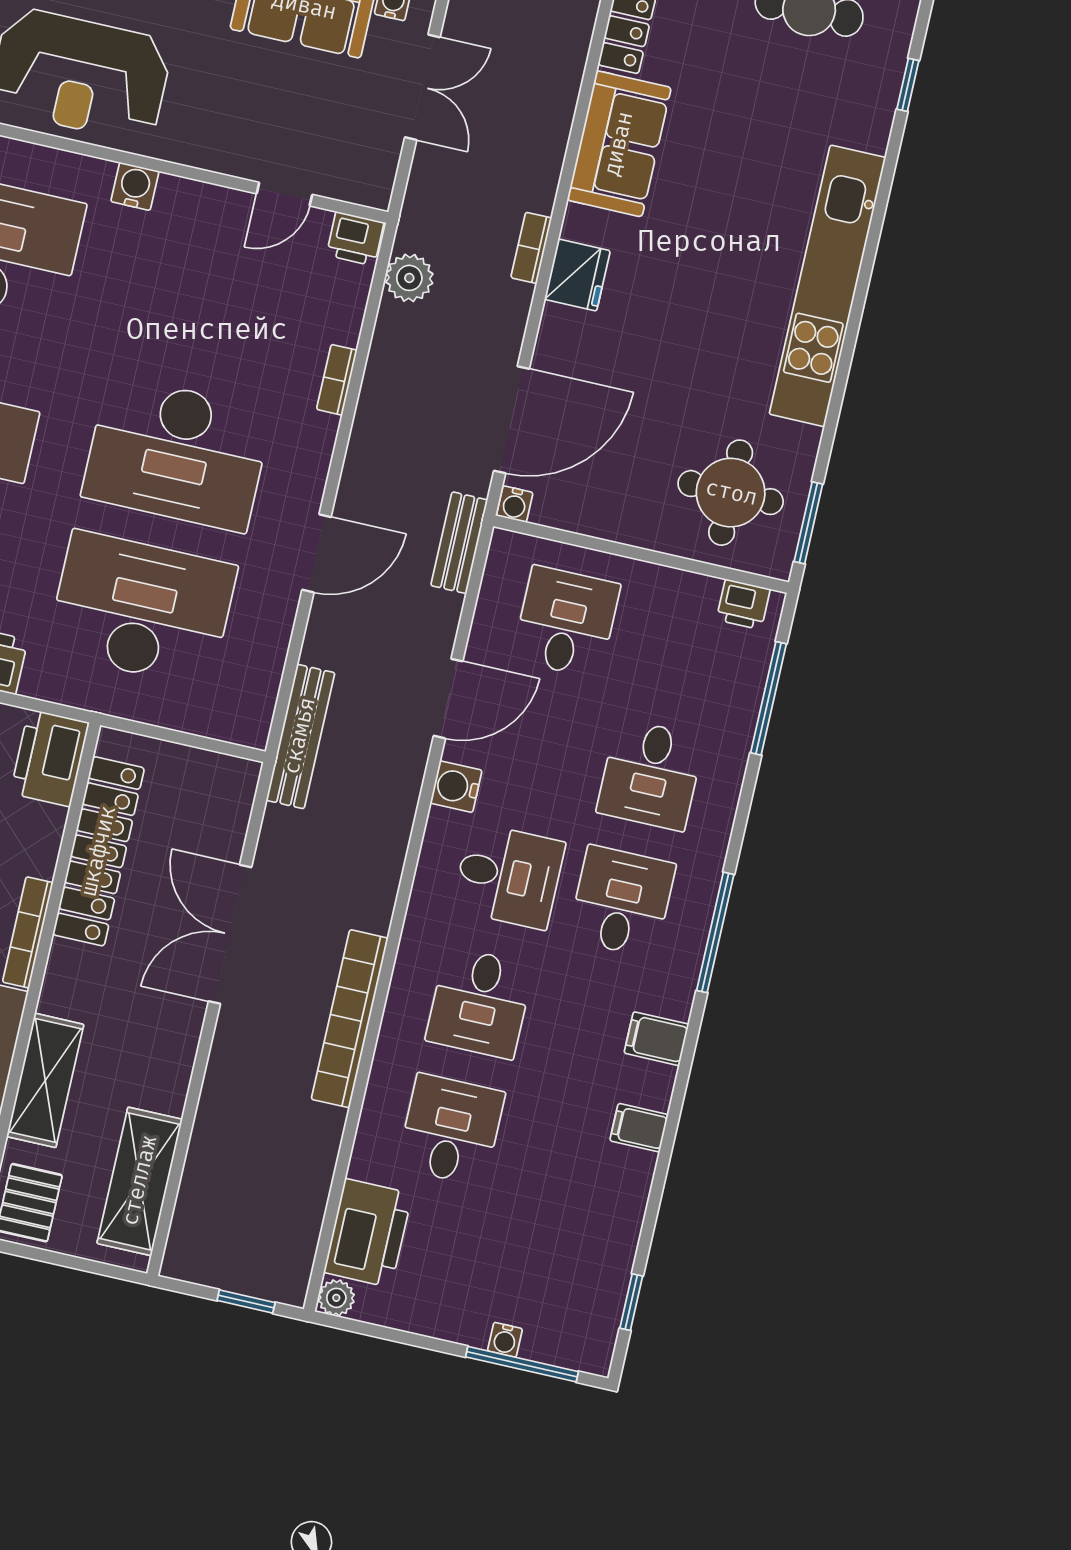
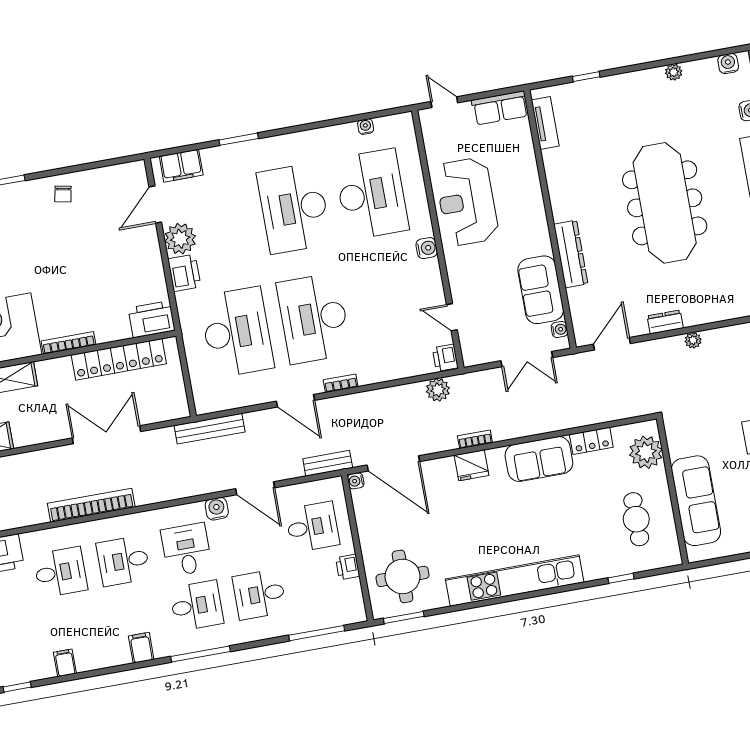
bookcase: (337, 380) -> (341, 383), moved
printer: (743, 604) -> (348, 567), moved
desk: (509, 876) -> (186, 550), turned 180
filing cabinet: (639, 1128) -> (65, 663), moved

